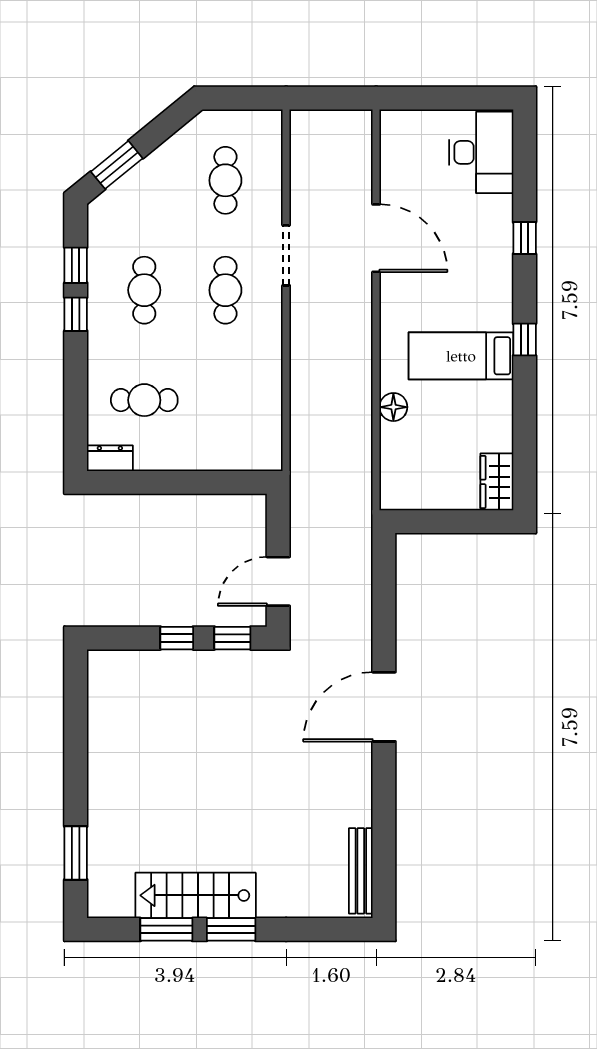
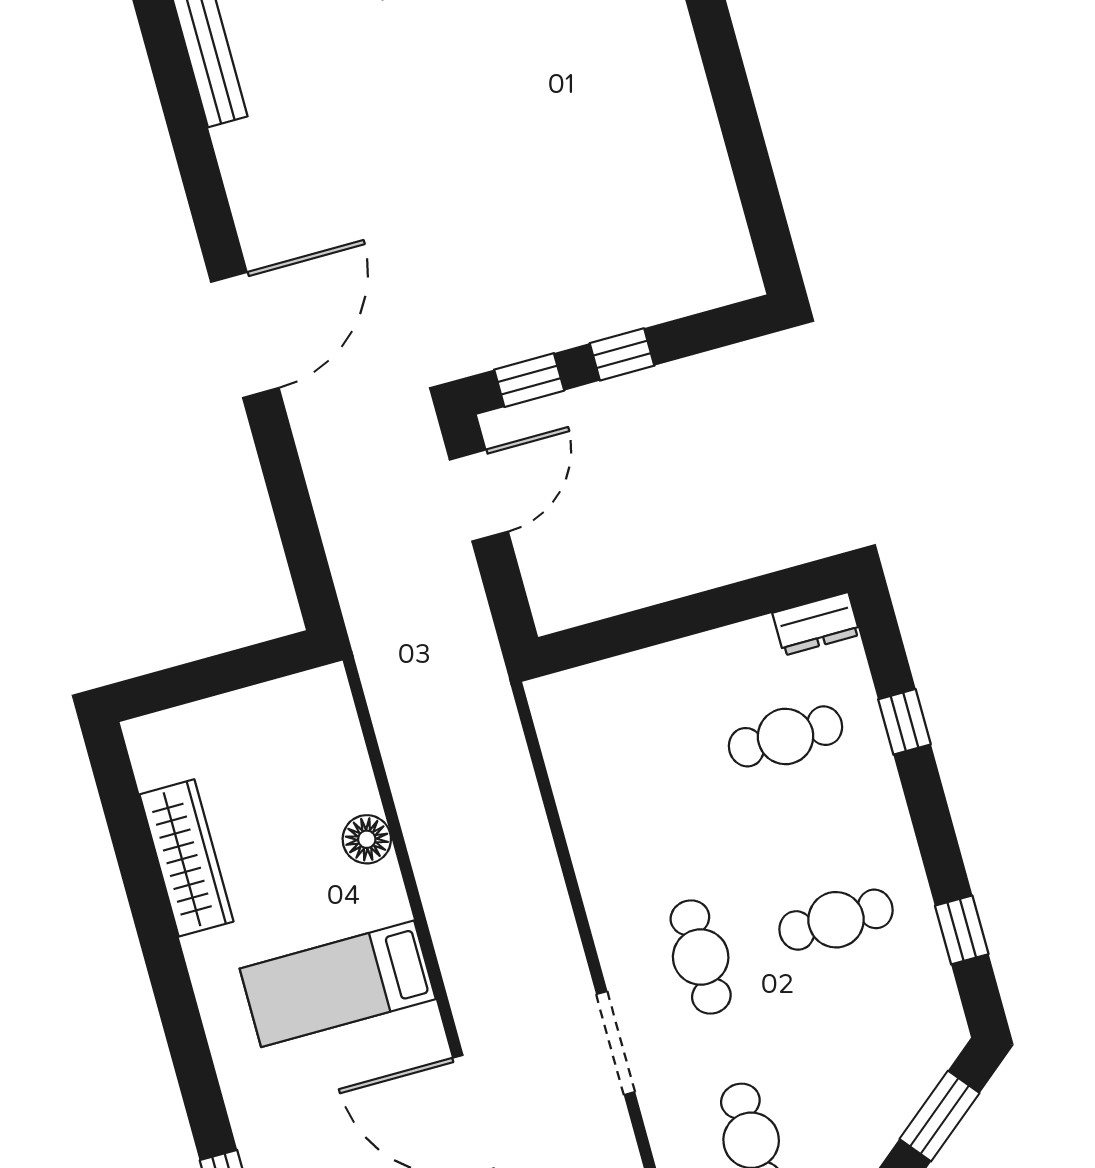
cafe table: (144, 290) -> (836, 920), turned 90
window: (76, 314) -> (904, 722), moved
window: (525, 340) -> (179, 1012), removed
bed: (461, 356) -> (338, 984), moved, turned 180
wardrobe: (497, 482) -> (186, 858), moved, width x1.50

